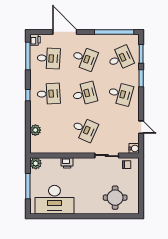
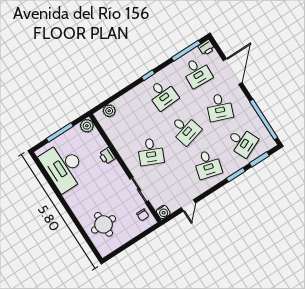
plant: (35, 130) -> (109, 111), moved

